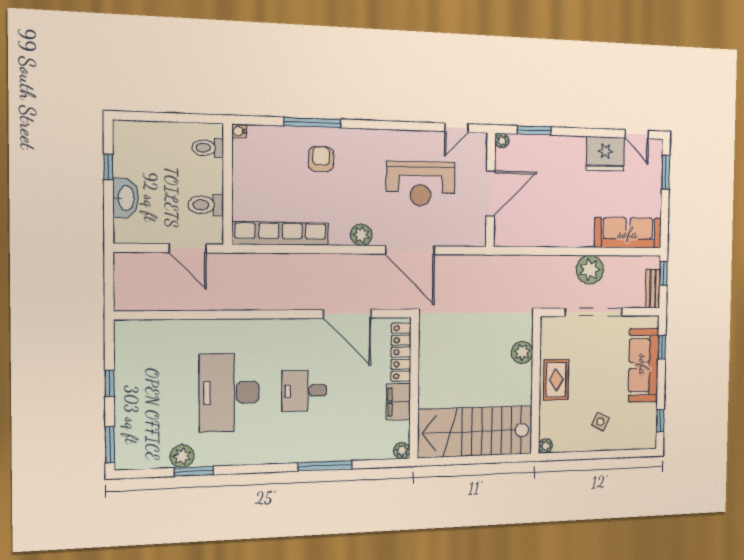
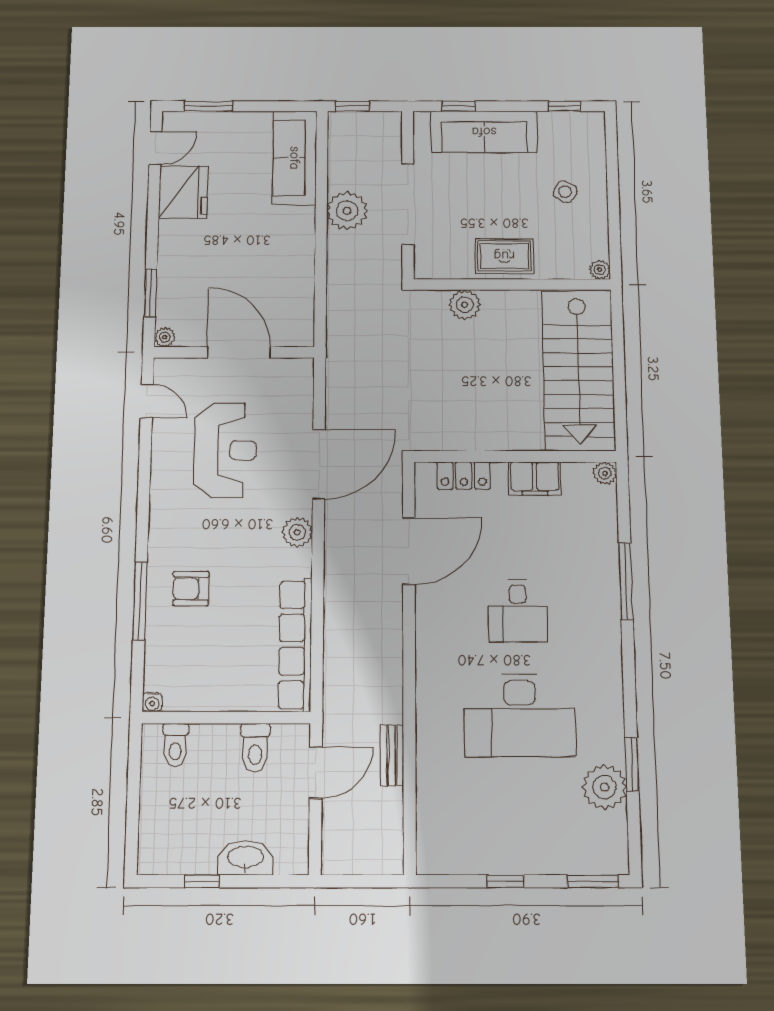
bench: (653, 289) -> (392, 755), moved, turned 90
locker: (401, 352) -> (464, 476), width x0.66
plant: (182, 456) -> (604, 787), width x1.36, depth x1.36

